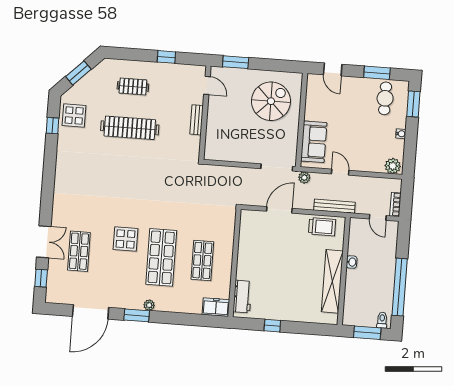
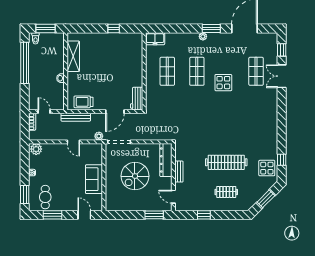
spiral stairs: (271, 101) -> (135, 176), moved
dresser: (213, 137) -> (166, 160), added
sofa: (314, 142) -> (94, 179), moved
shop shelf: (161, 257) -> (197, 71), width x0.70, depth x0.74
shelving: (332, 281) -> (73, 56), width x0.68
workbench: (242, 297) -> (137, 99), moved

